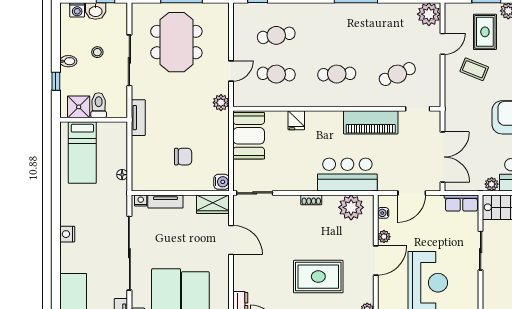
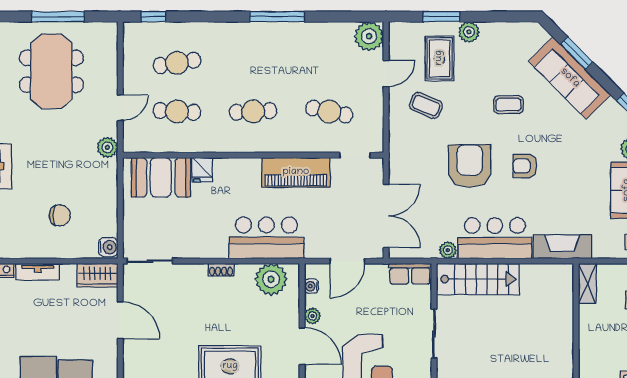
cafe table: (397, 74) -> (329, 111), turned 36
booth: (249, 136) -> (161, 177), moved, turned 90
door: (376, 261) -> (302, 346), hinge flipped

